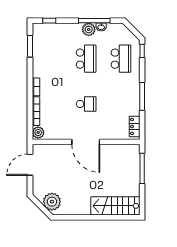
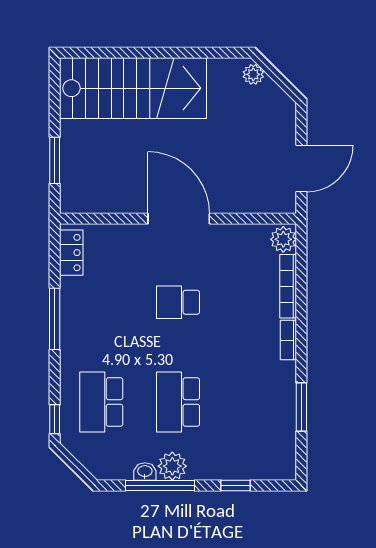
window: (49, 21) -> (236, 485), moved
window: (30, 46) -> (301, 407), moved
window: (142, 168) -> (55, 160), width x0.69
plant: (52, 202) -> (253, 74), width x0.53, depth x0.53
stairs: (115, 206) -> (133, 88), width x1.36, depth x1.51

